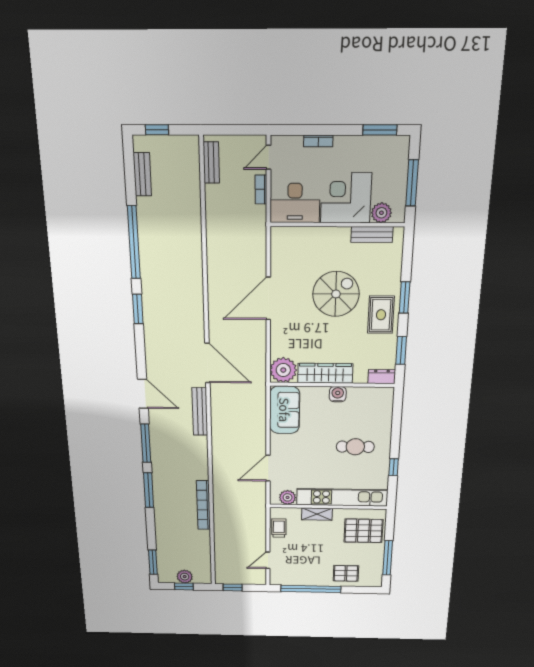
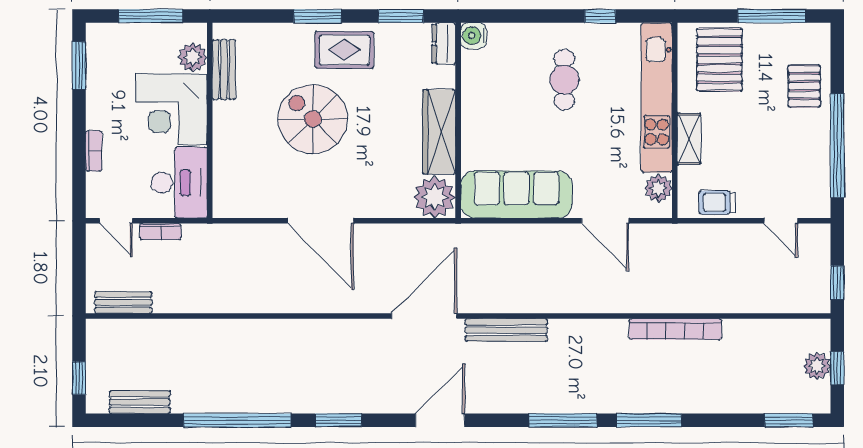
door: (143, 394) -> (440, 420), moved
water cooler: (338, 394) -> (474, 36), moved
sofa: (285, 410) -> (516, 195), width x1.36

